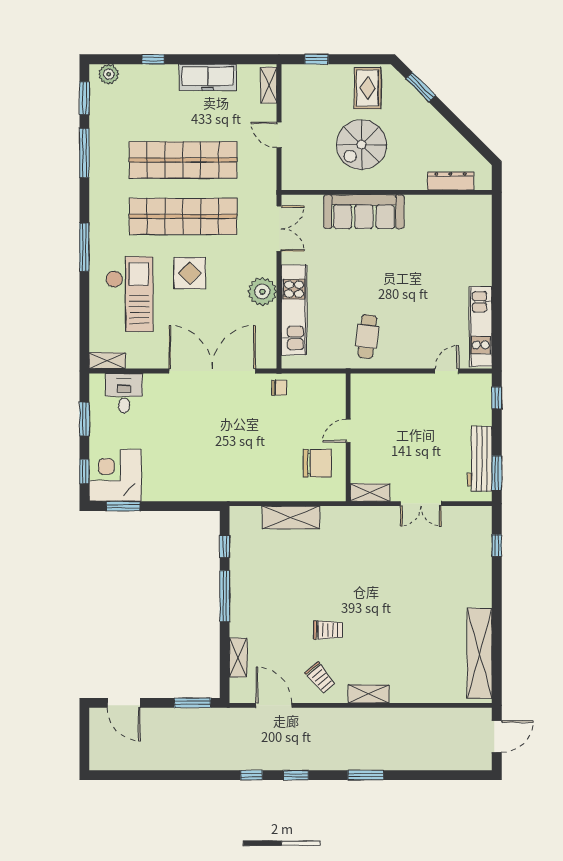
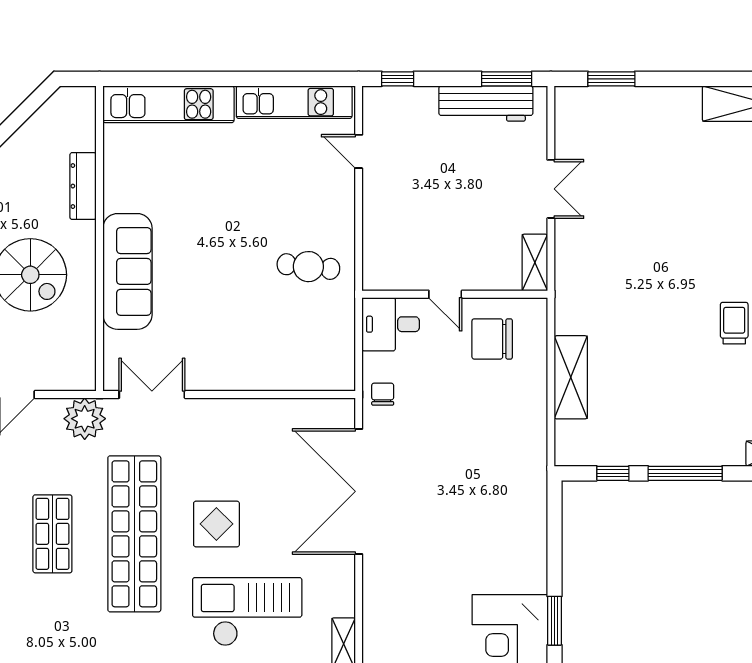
shop shelf: (183, 160) -> (52, 534), width x0.50, depth x0.74
dresser: (451, 181) -> (83, 186), moved
plant: (262, 292) -> (85, 419), moved
kitchen unit: (294, 310) -> (169, 104), moved, turned 180
desk: (124, 393) -> (391, 324), moved
chair: (317, 463) -> (492, 339), turned -90
window: (497, 545) -> (611, 79), width x1.50

